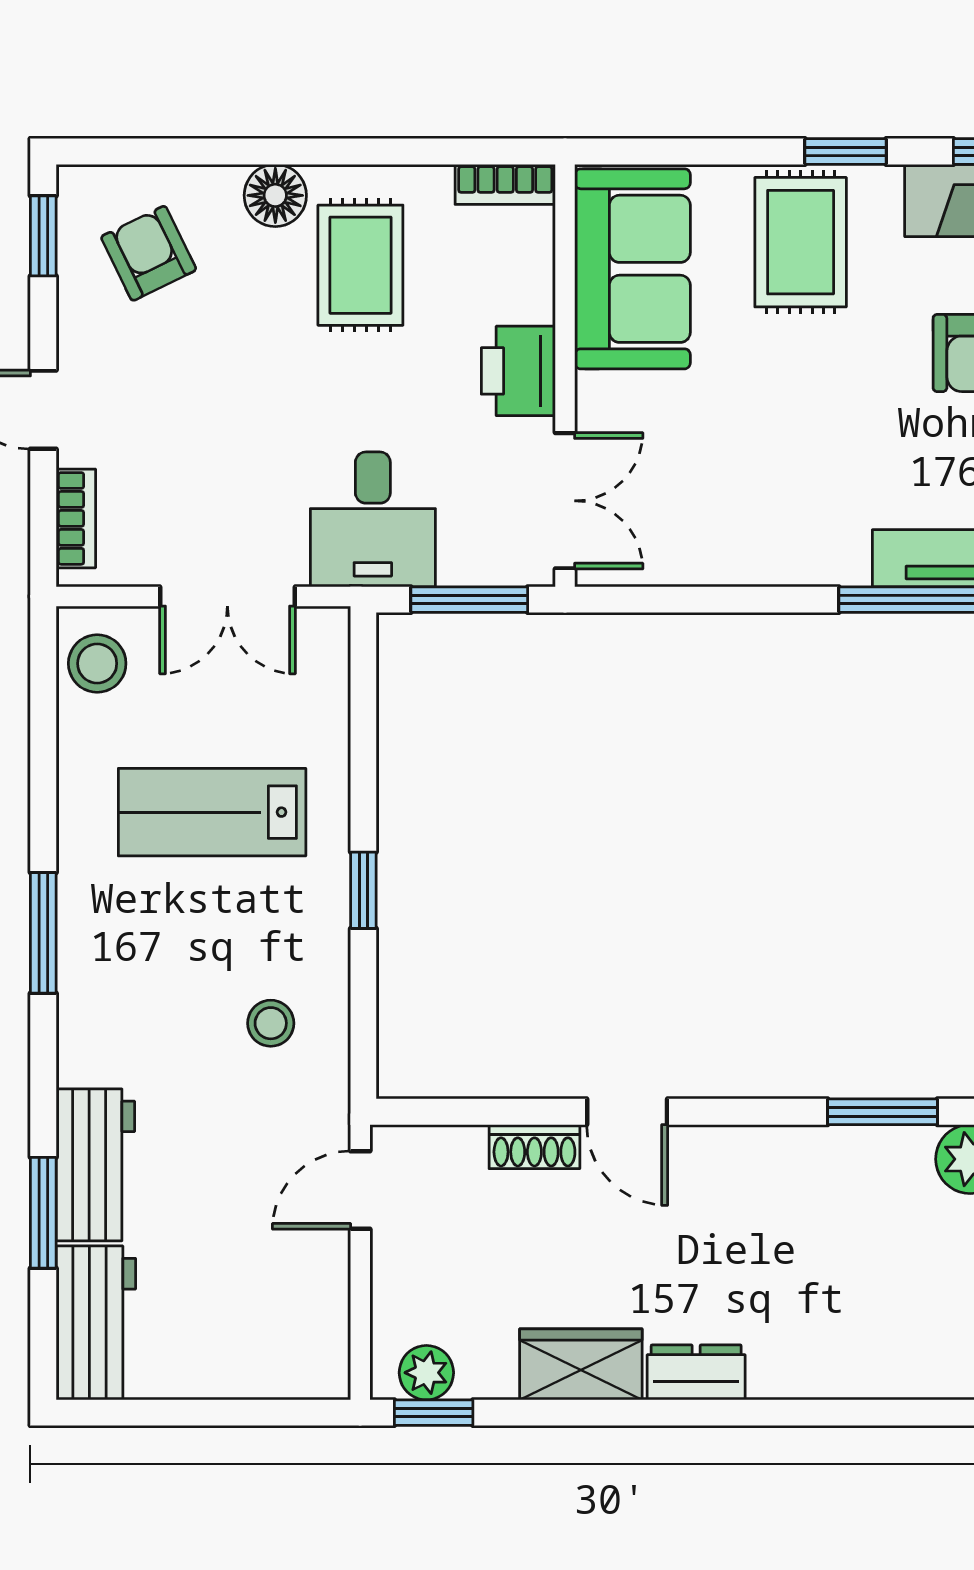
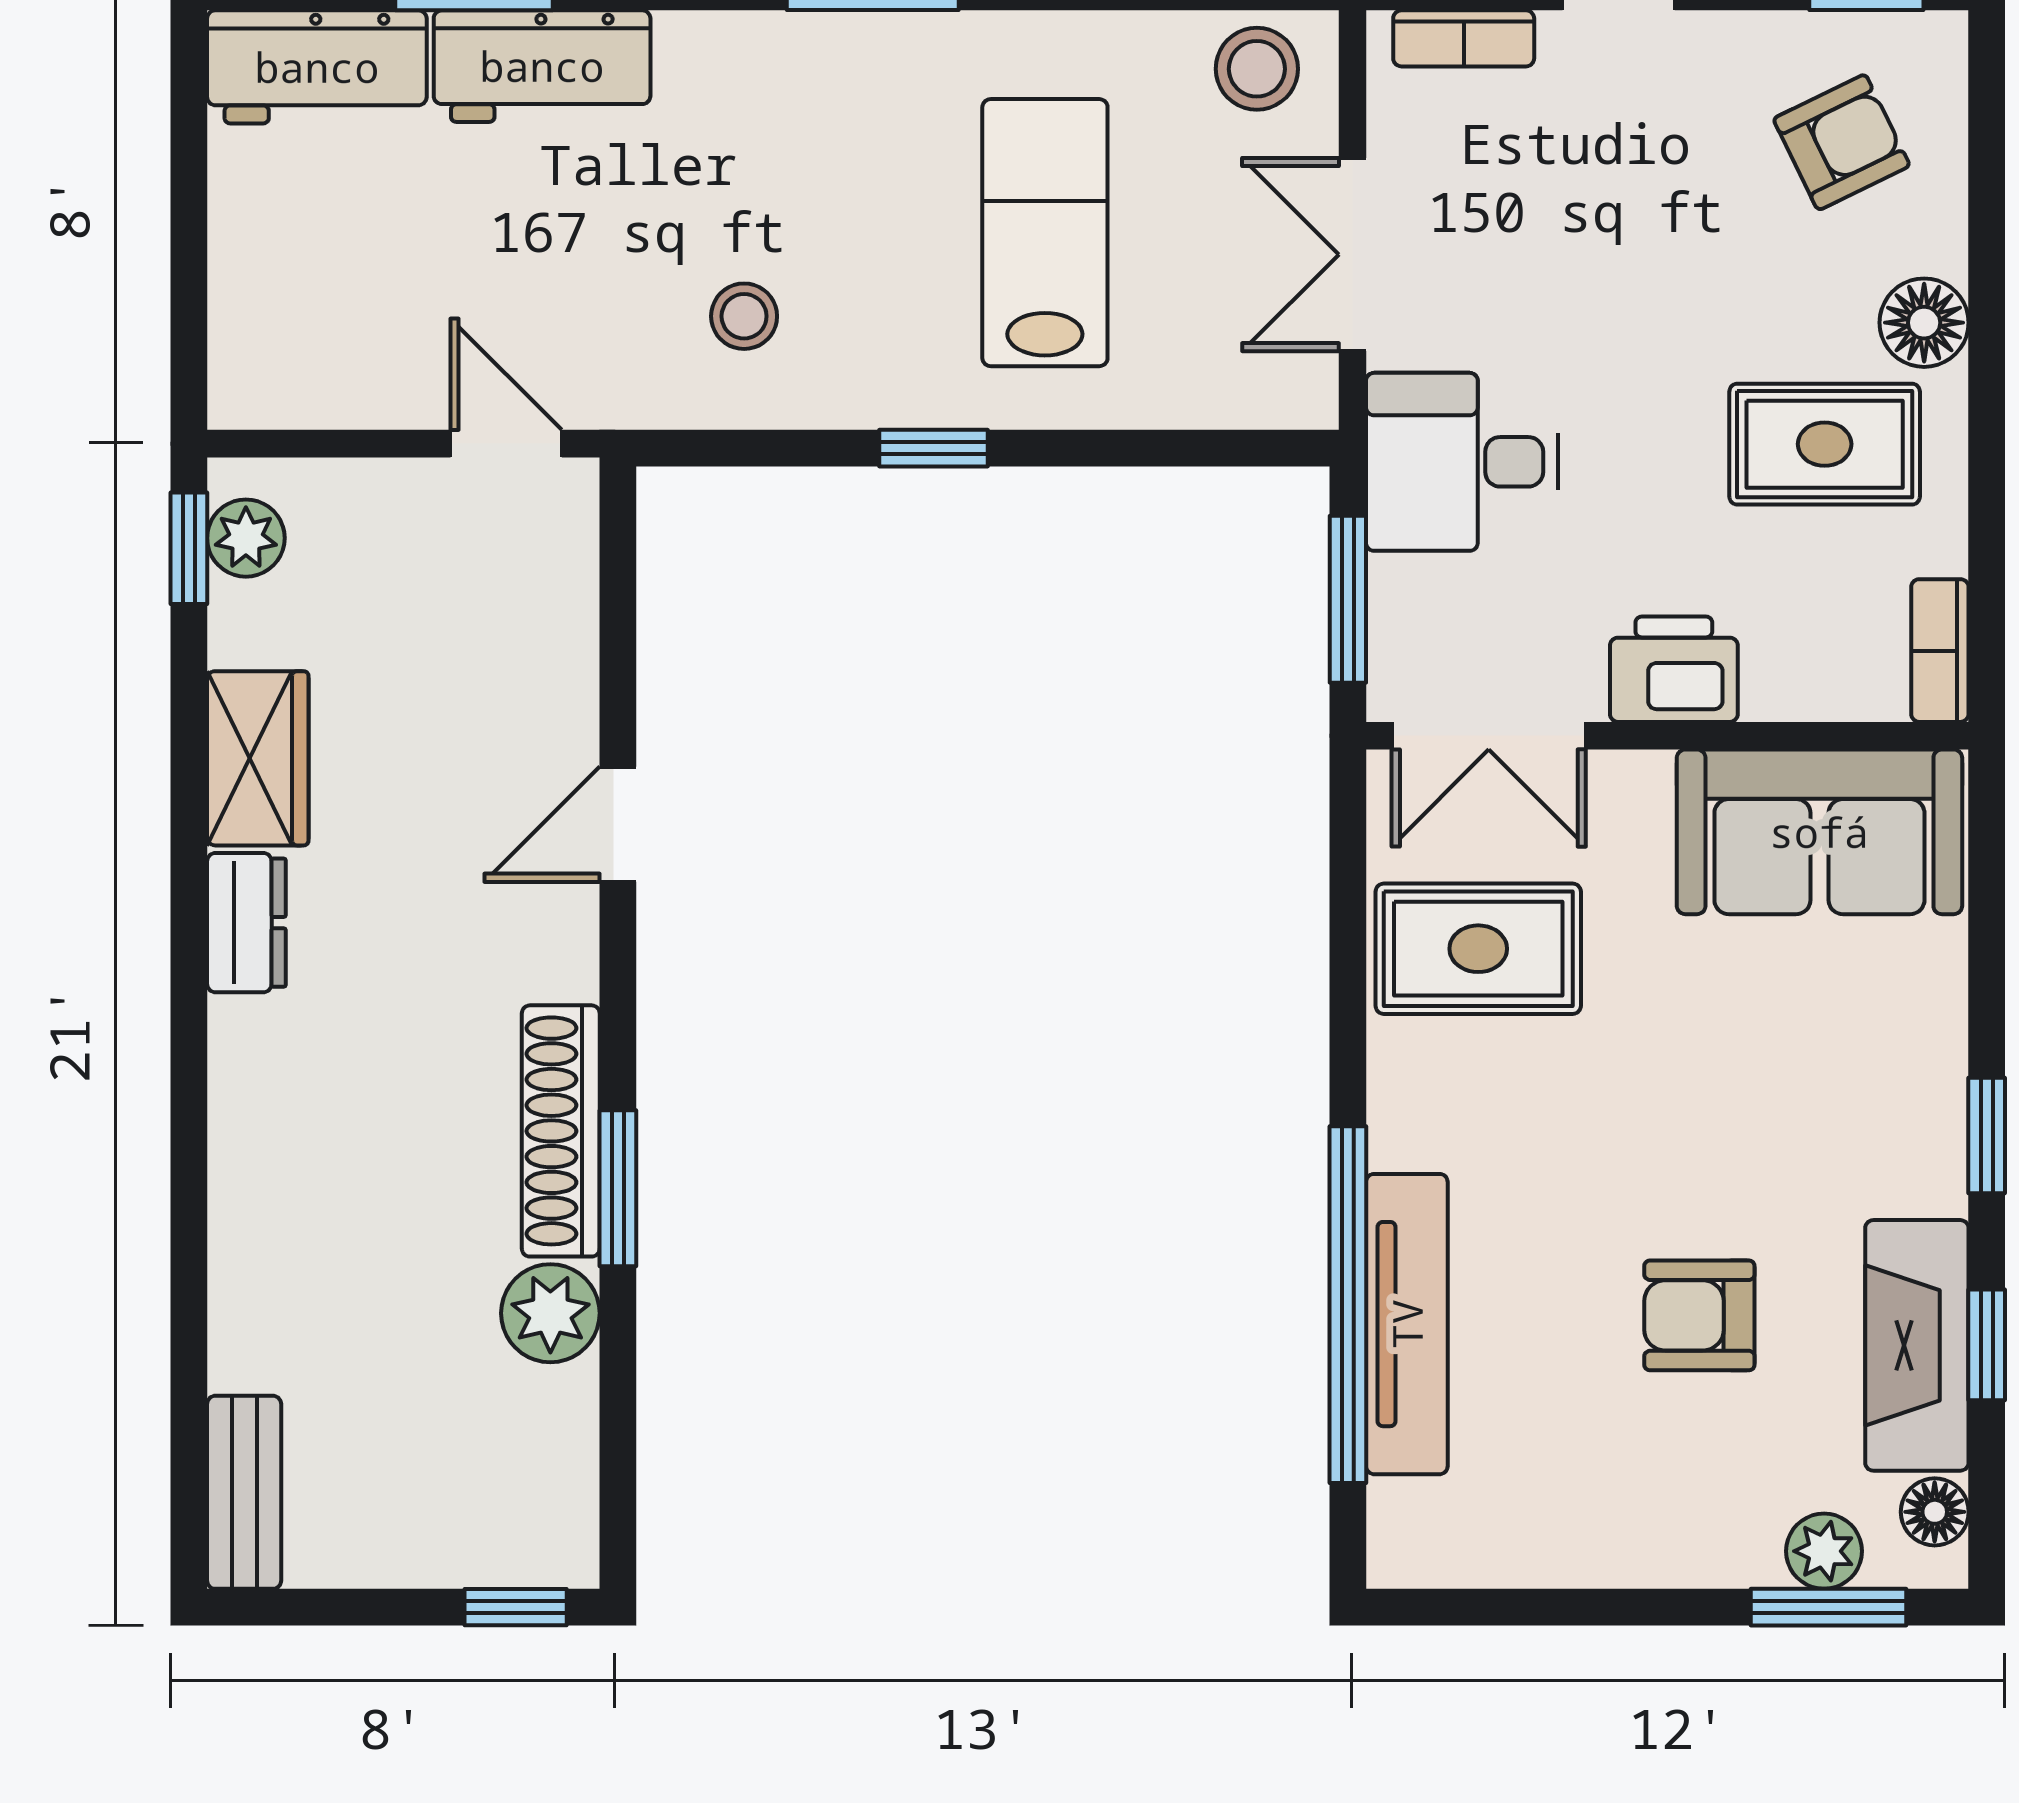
rug: (801, 242) -> (1478, 949), moved
shoe rack: (534, 1147) -> (561, 1131), moved, width x1.94, depth x1.24

